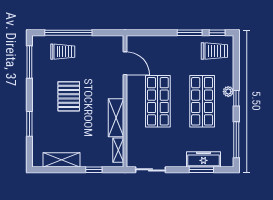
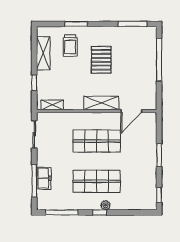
window: (190, 33) -> (159, 155), moved
trolley: (214, 51) -> (143, 193), removed
trolley: (63, 52) -> (70, 45), moved
pallet: (69, 96) -> (101, 60), turned 90
shelving: (116, 118) -> (101, 103), moved
freezer: (204, 159) -> (44, 178), width x0.71
window: (201, 170) -> (34, 181), width x1.44

